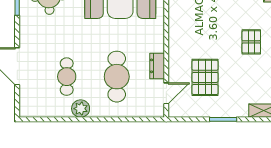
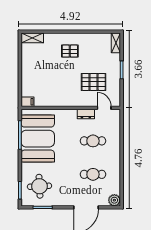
cafe table: (117, 77) -> (93, 141), width x0.73, depth x0.74
plant: (81, 109) -> (114, 200), moved

